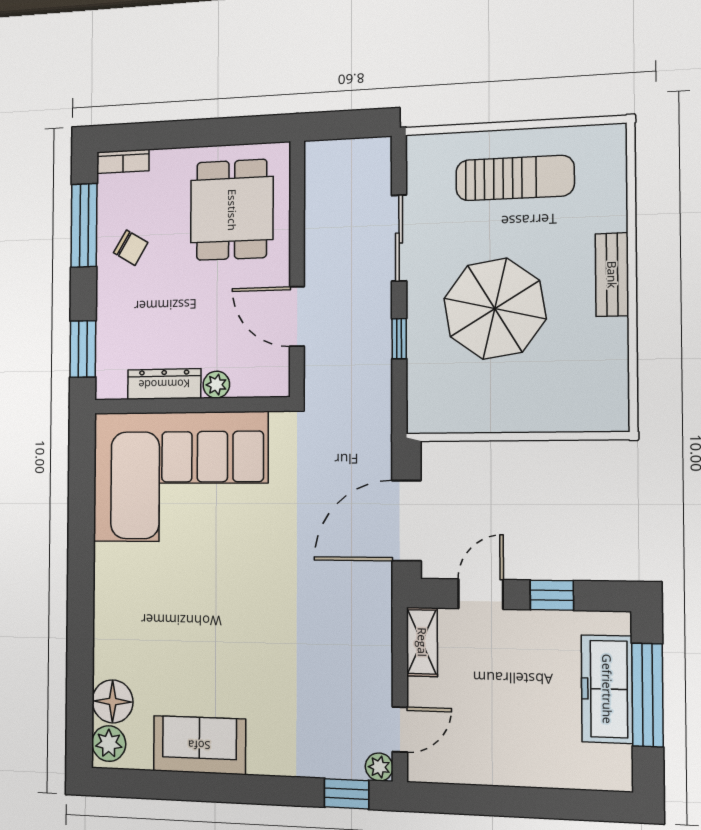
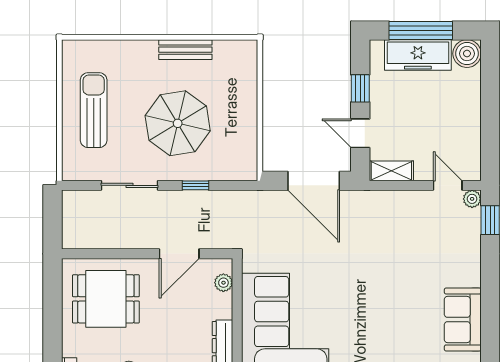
bench: (612, 275) -> (185, 50), moved
plant: (216, 385) -> (223, 283), moved
boiler: (610, 769) -> (467, 54), added

